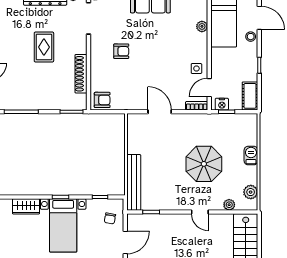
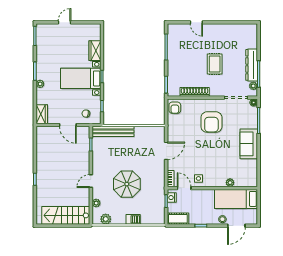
rug: (44, 47) -> (215, 64), turned 90
armchair: (121, 51) -> (211, 122), width x1.88, depth x1.88

